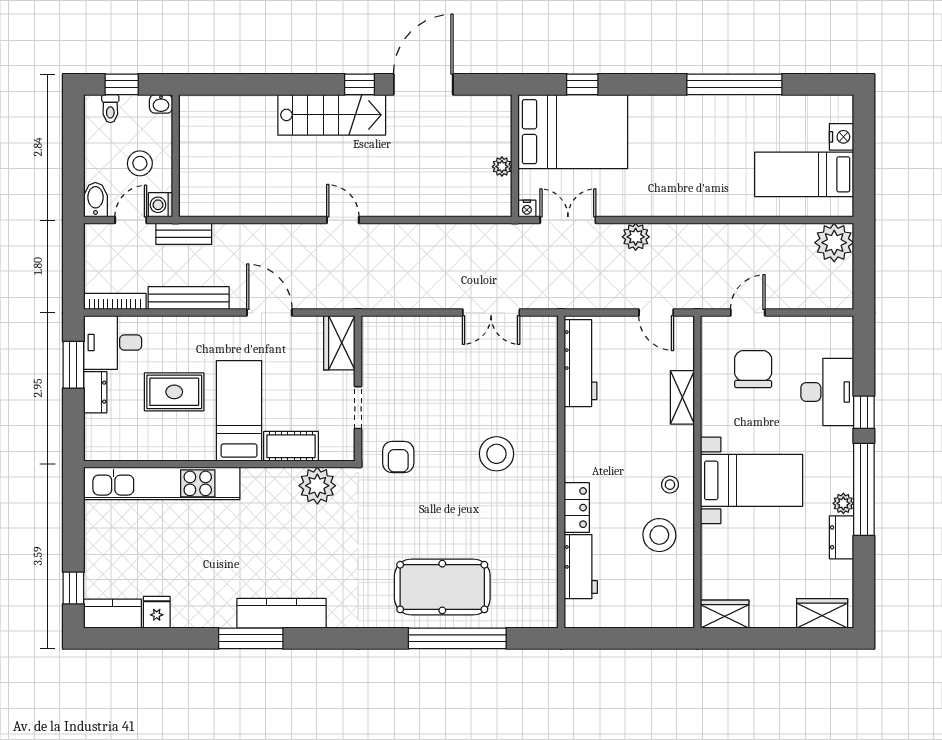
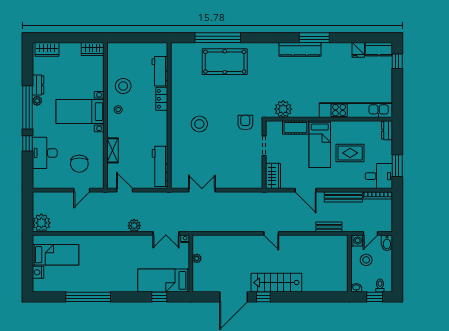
bed: (573, 132) -> (164, 280), width x0.67
bench: (184, 234) -> (329, 227), moved
dresser: (95, 392) -> (387, 130), moved

